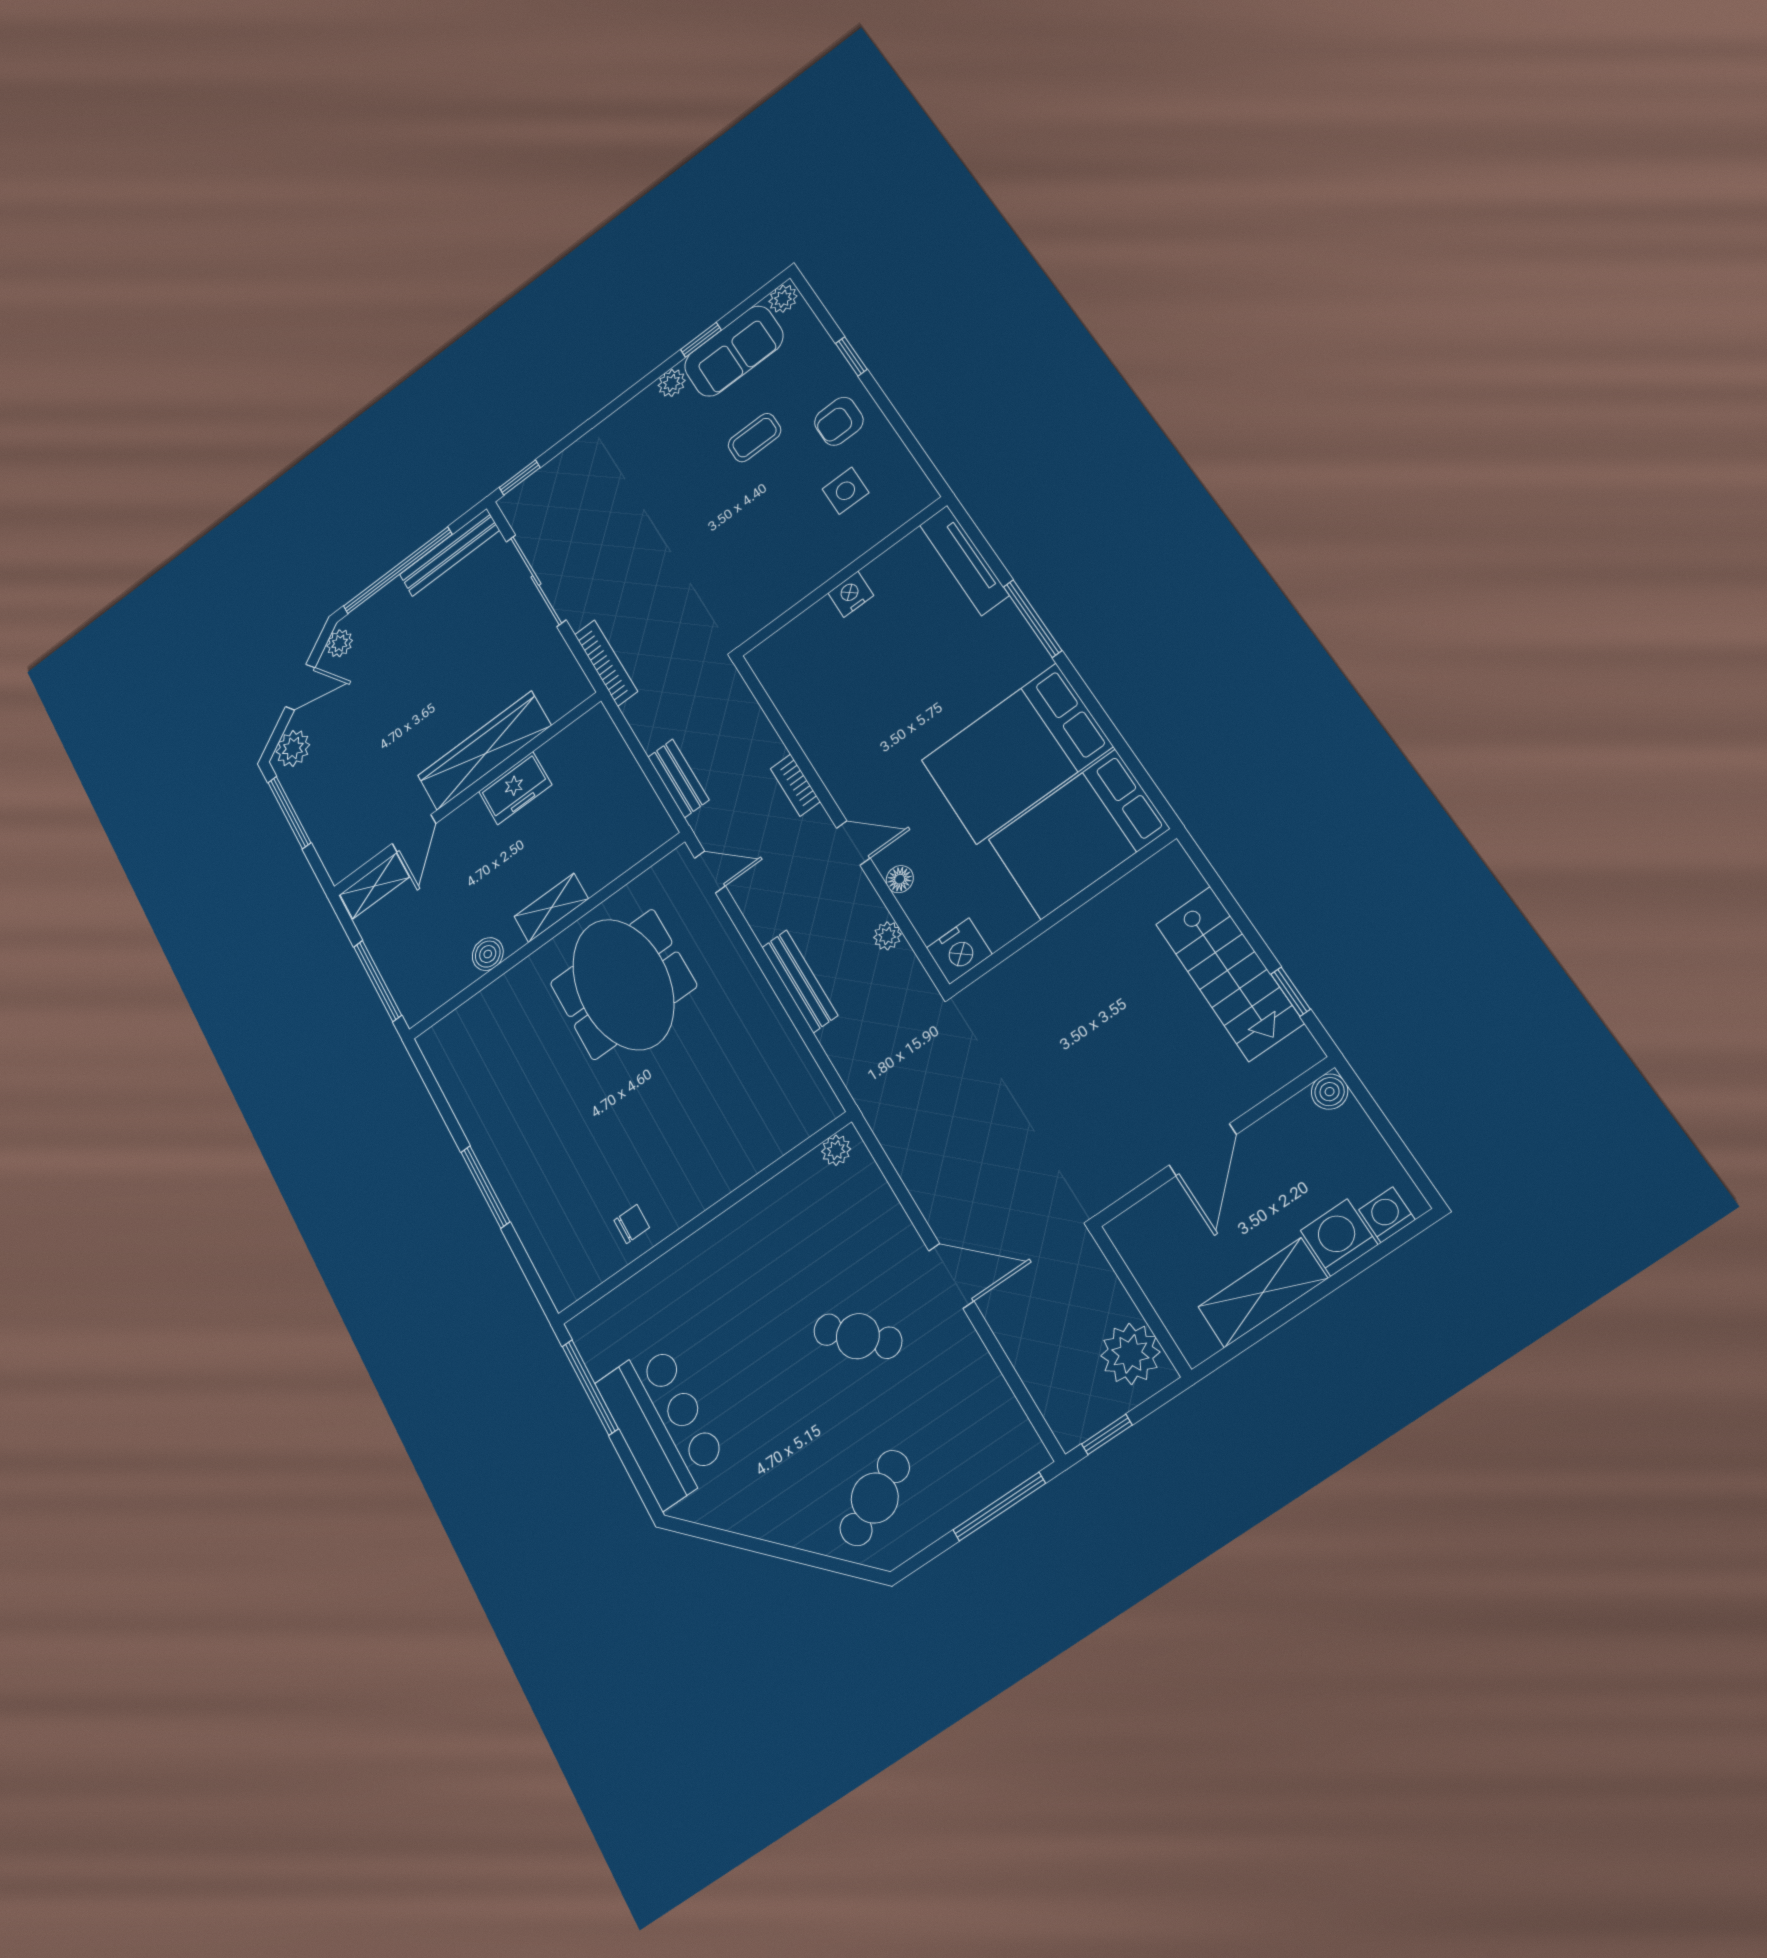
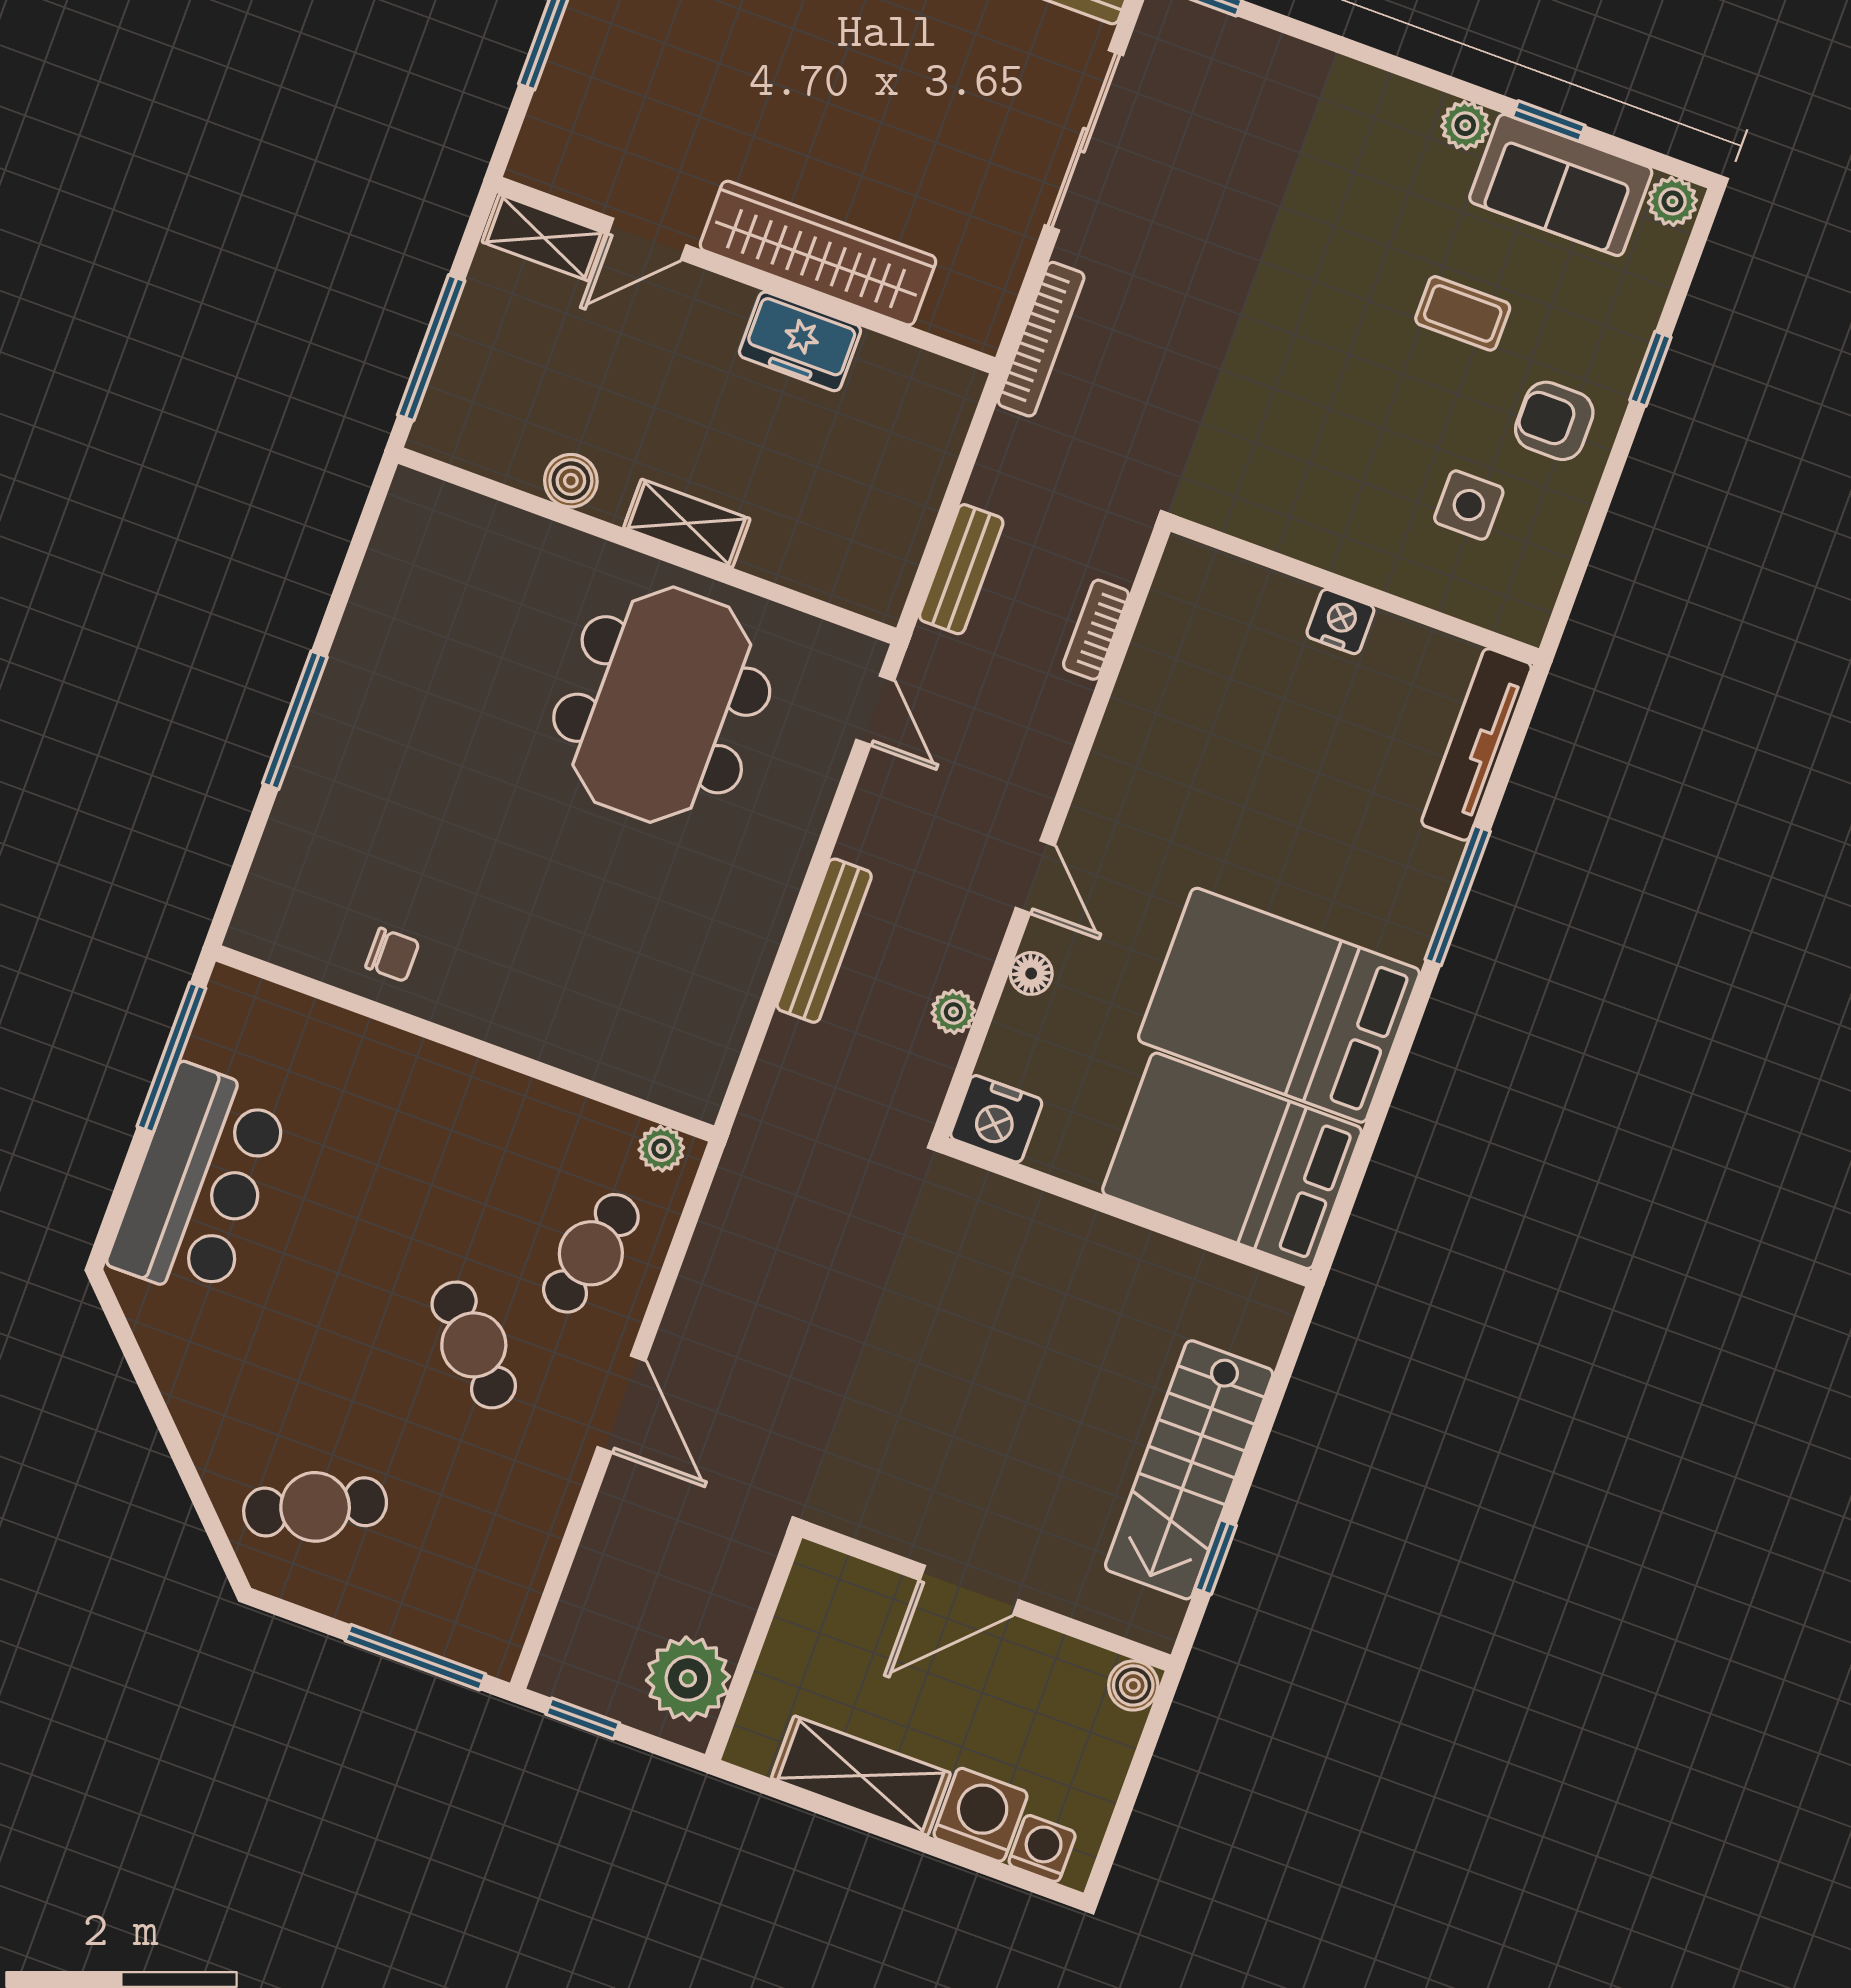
bookcase: (795, 785) -> (1096, 630), moved
cafe table: (860, 1232) -> (591, 1253), added

